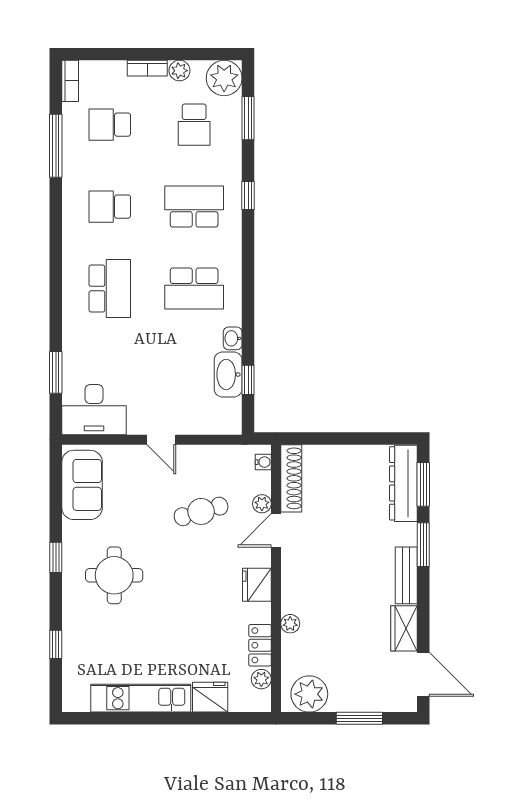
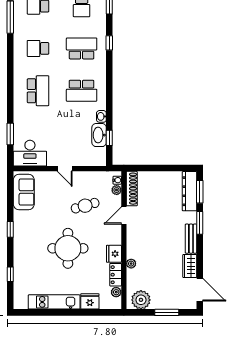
plant: (262, 504) -> (117, 190), moved
round table: (114, 575) -> (68, 248), moved, width x1.36, depth x1.36
fridge: (257, 585) -> (114, 254), moved

